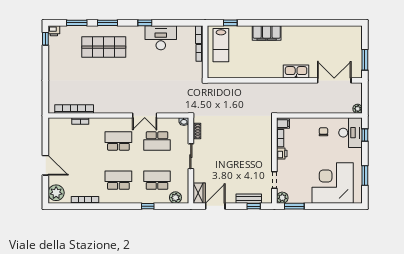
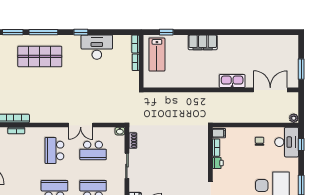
window: (107, 23) -> (43, 32), width x1.44
school desk: (118, 141) -> (54, 150), turned -90

